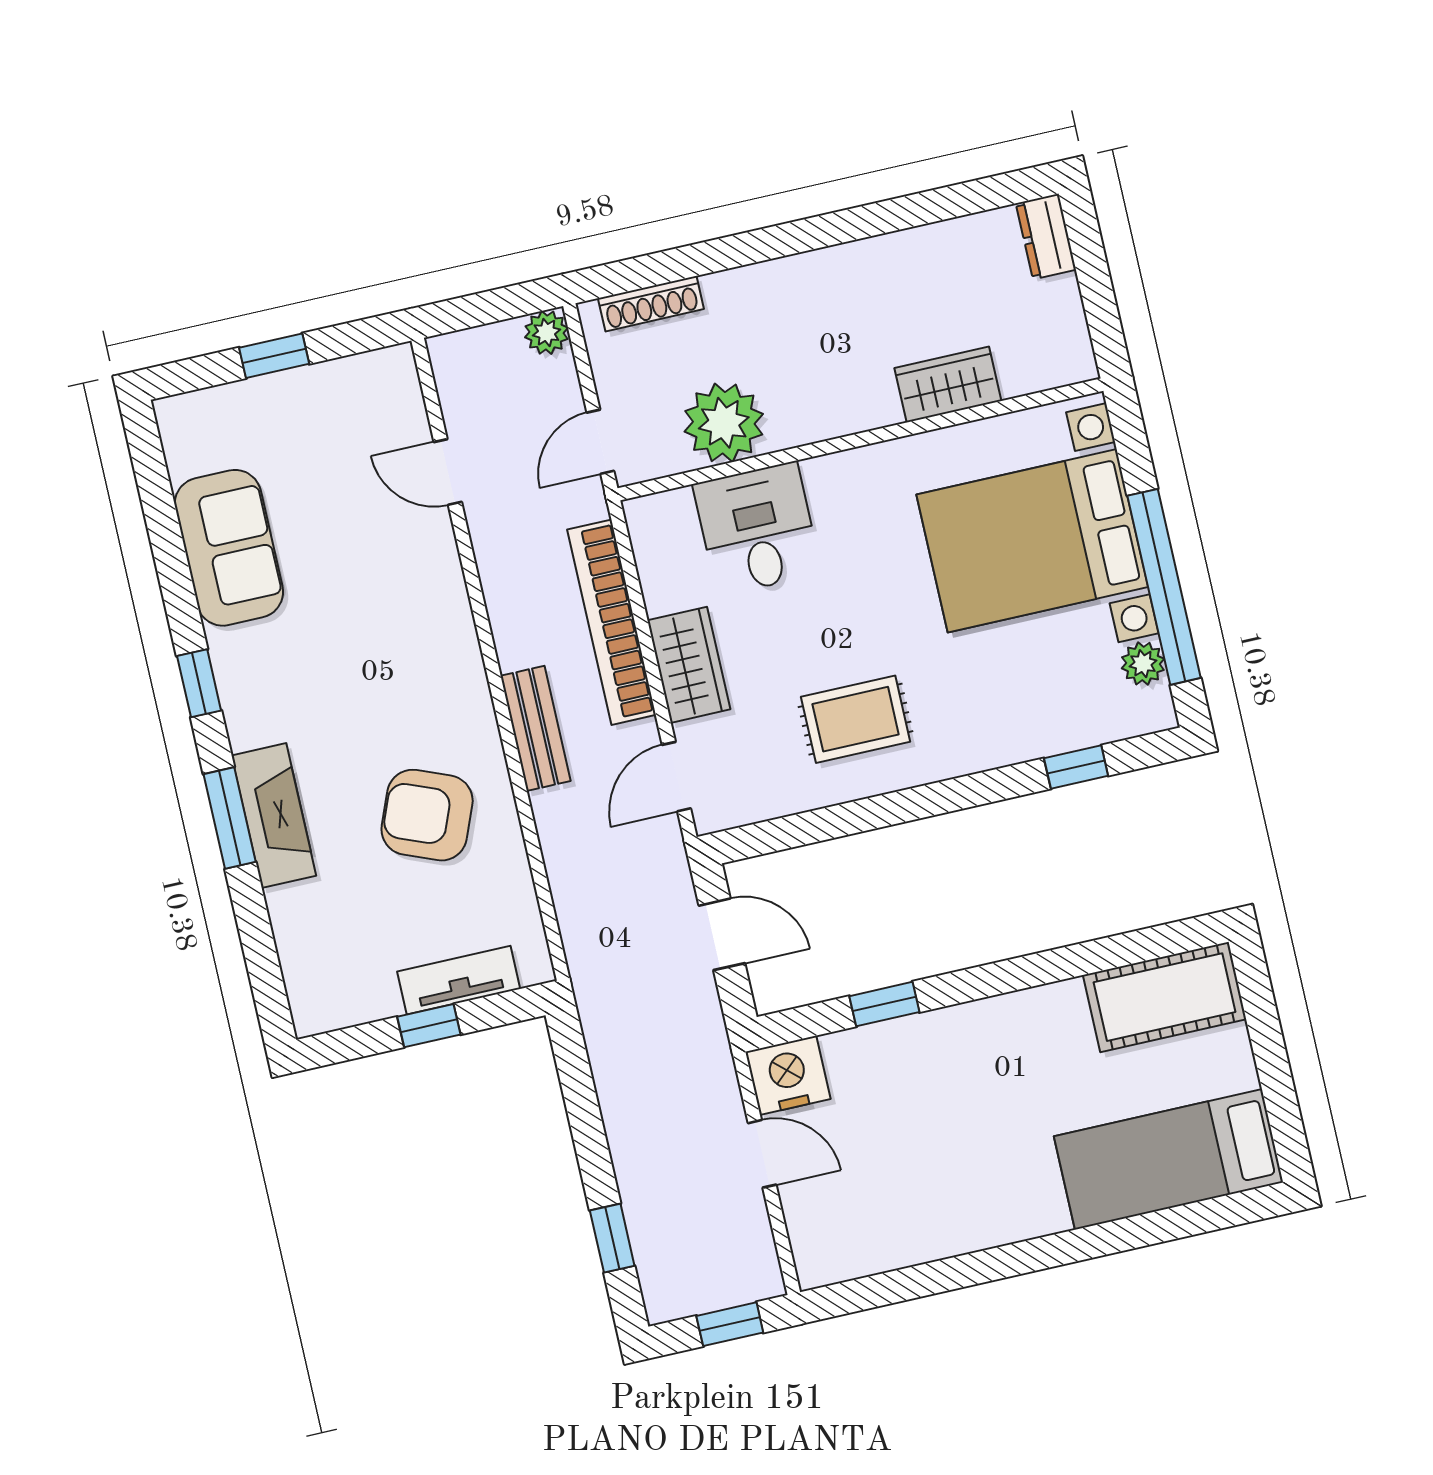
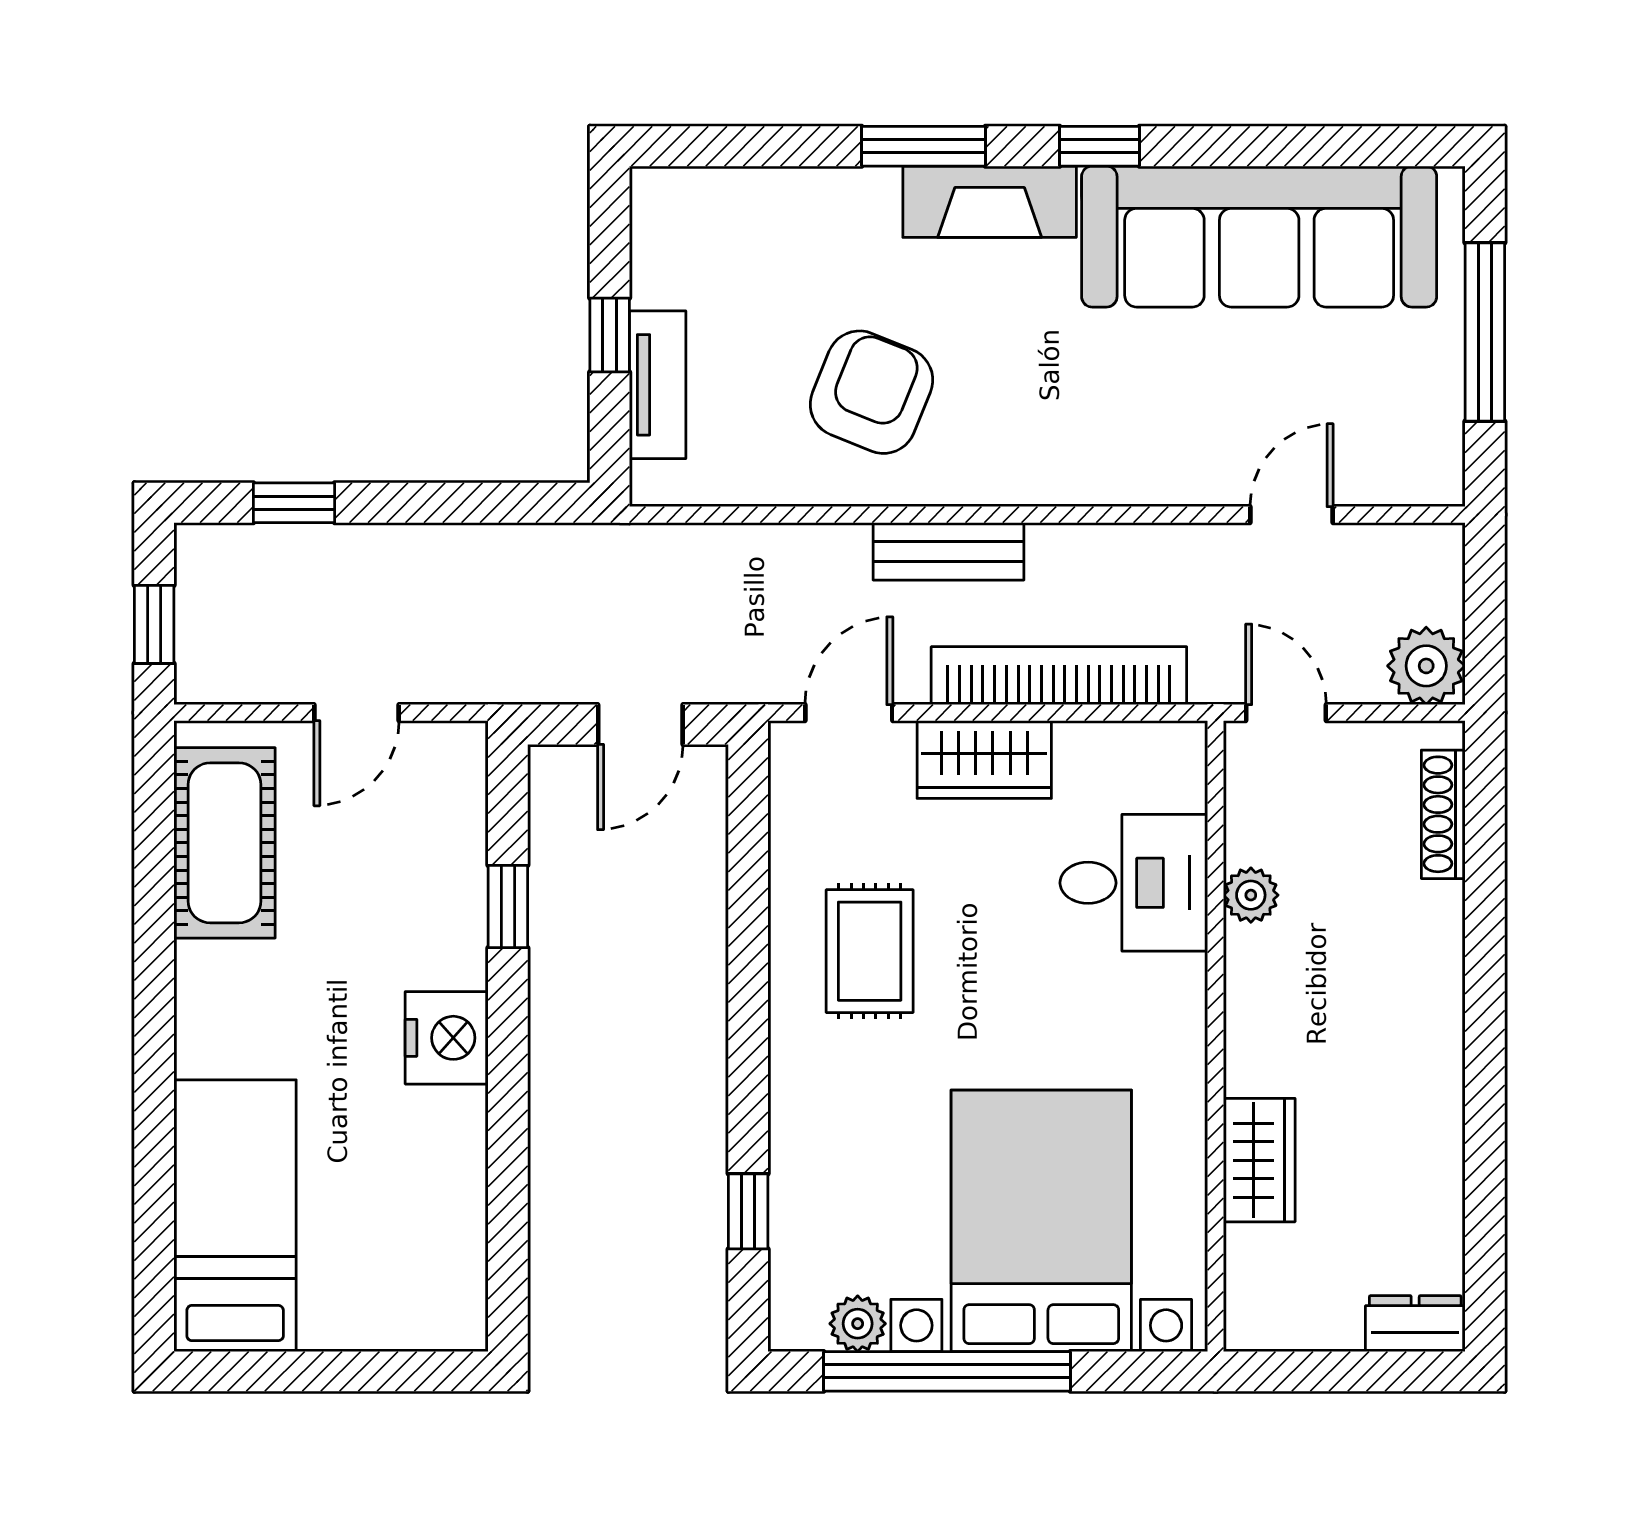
plant: (546, 333) -> (1426, 666), width x1.38, depth x1.38
window: (274, 356) -> (1485, 332), width x2.17
plant: (724, 423) -> (1251, 895), width x0.53, depth x0.53
sofa: (229, 548) -> (1259, 237), width x1.85, depth x1.27
door: (676, 777) -> (849, 713), hinge flipped
fireplace: (274, 816) -> (990, 202), moved
cot: (1165, 997) -> (225, 843), moved
nightstand: (788, 1075) -> (447, 1038), moved

